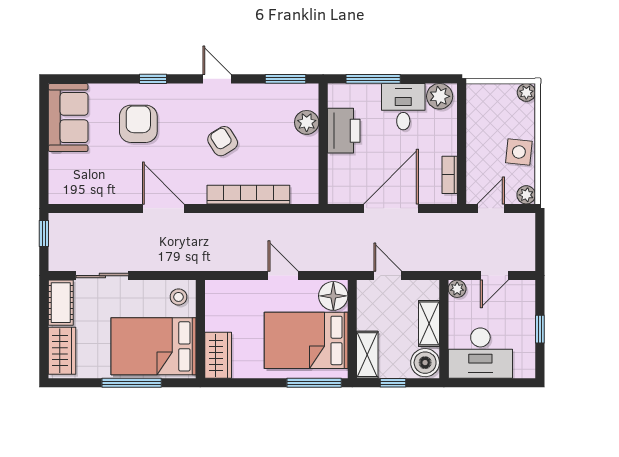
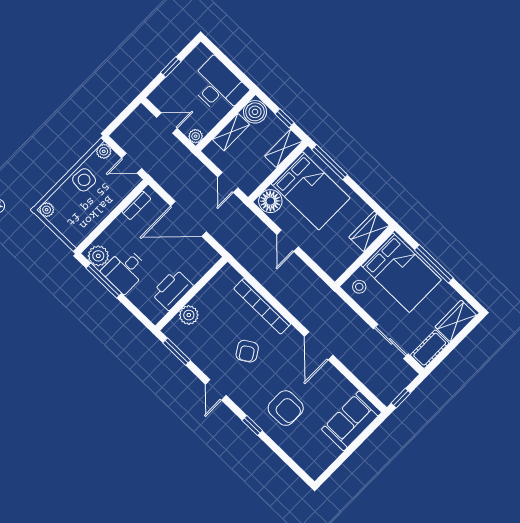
window: (373, 79) -> (104, 281), moved
sofa: (68, 118) -> (351, 421), moved
armchair: (138, 124) -> (286, 408), turned -90

